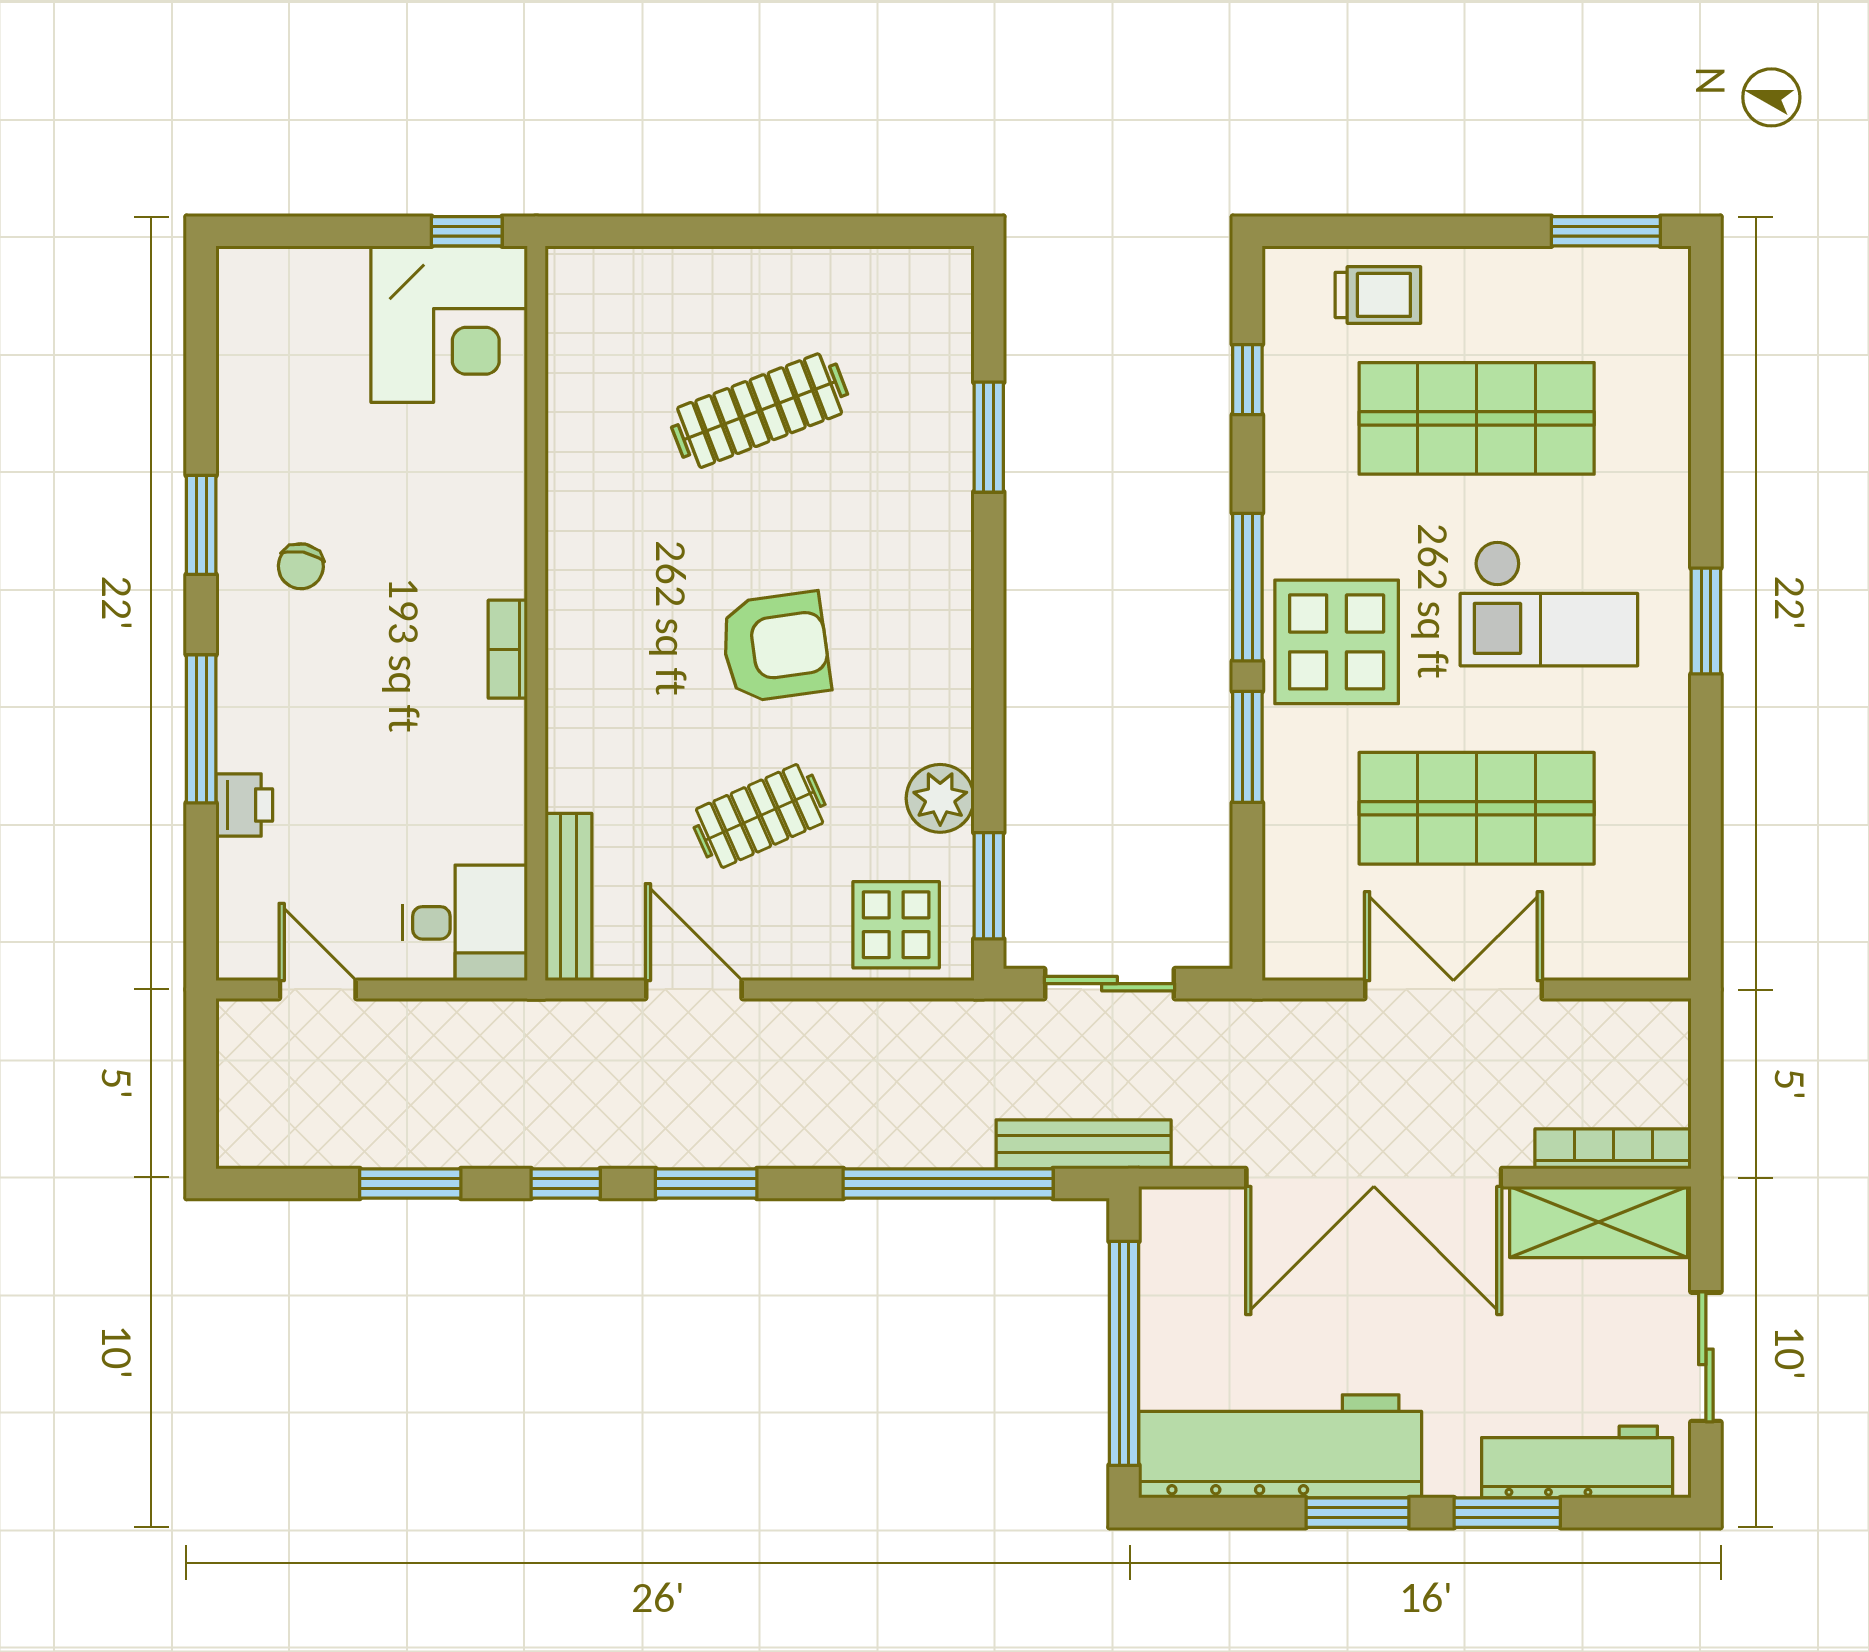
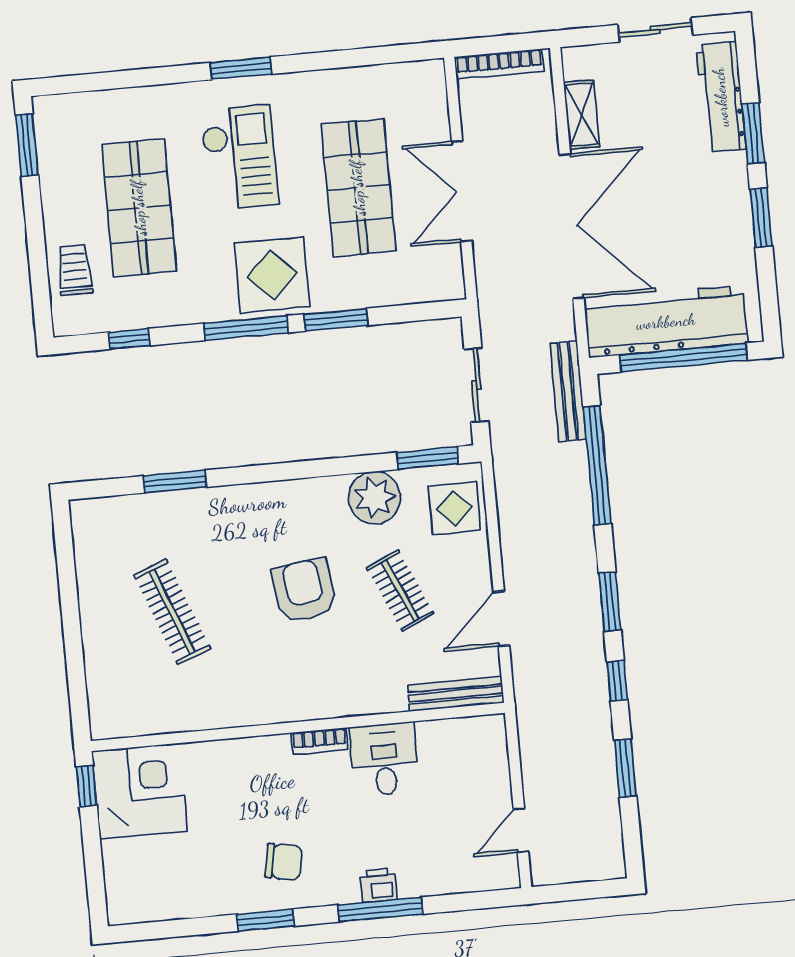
chair: (301, 566) -> (284, 862), width x1.37, depth x1.37
plant: (940, 798) -> (375, 498), width x1.36, depth x1.36
printer: (244, 805) -> (379, 885), moved
desk: (465, 923) -> (384, 759), moved
bookcase: (1613, 1149) -> (499, 64), moved, turned -90
shelving: (1599, 1222) -> (581, 114), width x0.67, depth x0.75
workbench: (1280, 1446) -> (666, 322), moved, turned 90

